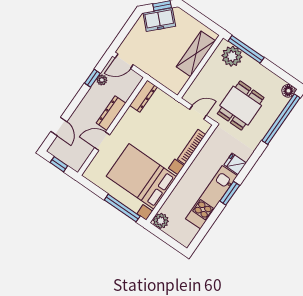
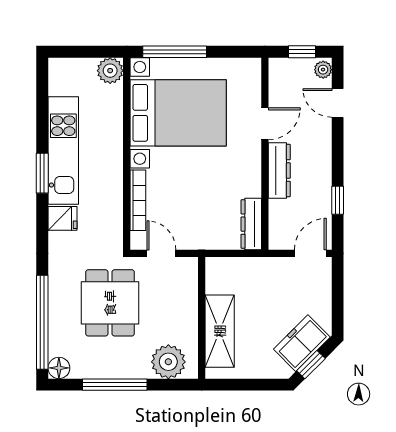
window: (246, 49) -> (115, 385), moved
plant: (102, 80) -> (323, 70), moved
door: (198, 112) -> (161, 253), swing flipped

